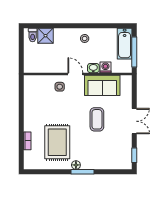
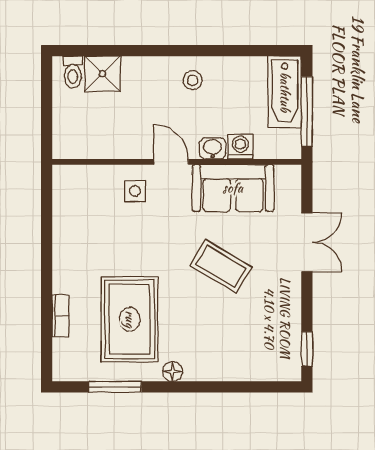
coffee table: (97, 119) -> (221, 266), turned -59
double door: (134, 121) -> (307, 242), moved
window: (83, 172) -> (115, 387), moved

